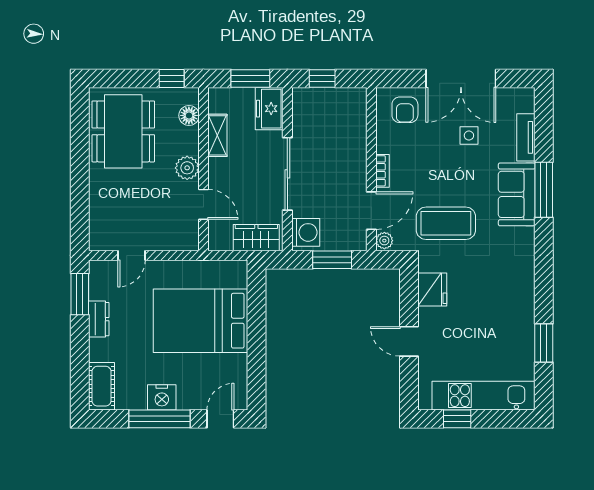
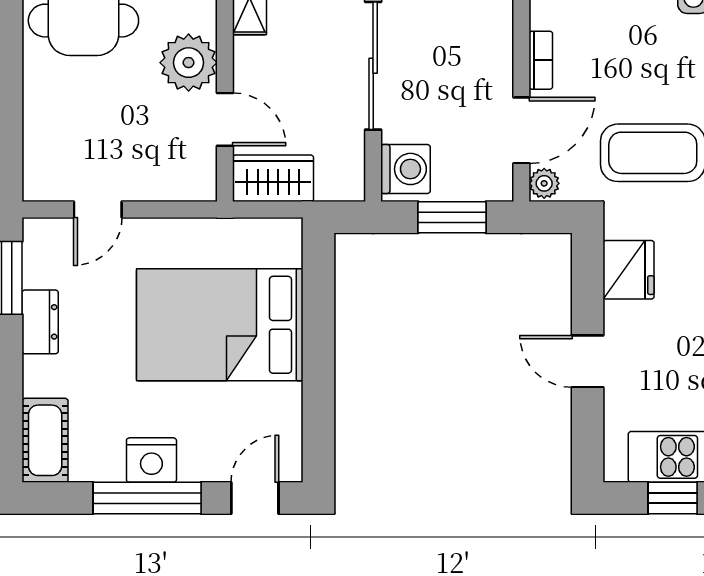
plant: (187, 168) -> (189, 63), width x1.36, depth x1.36
wardrobe: (256, 238) -> (273, 178), moved

